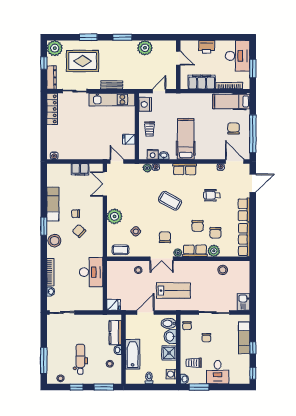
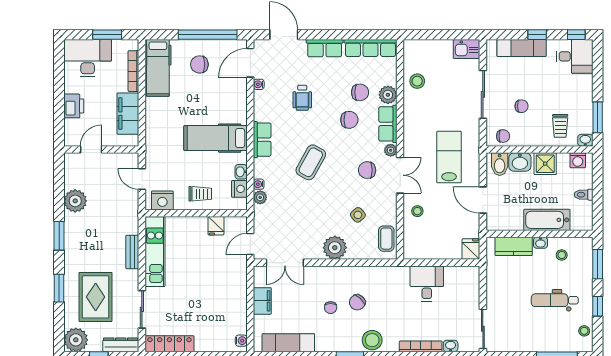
exam couch: (53, 204) -> (288, 343), moved
desk: (91, 272) -> (427, 284), width x0.73
desk: (218, 372) -> (575, 56), moved

